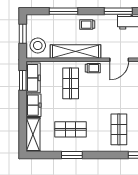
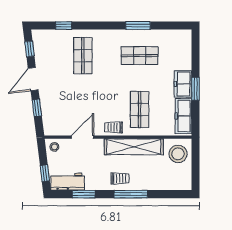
window: (63, 11) -> (131, 194), moved
window: (118, 11) -> (84, 194), width x0.69
window: (23, 34) -> (195, 168), removed
window: (23, 80) -> (195, 89), moved
shelving: (33, 135) -> (184, 50), removed

